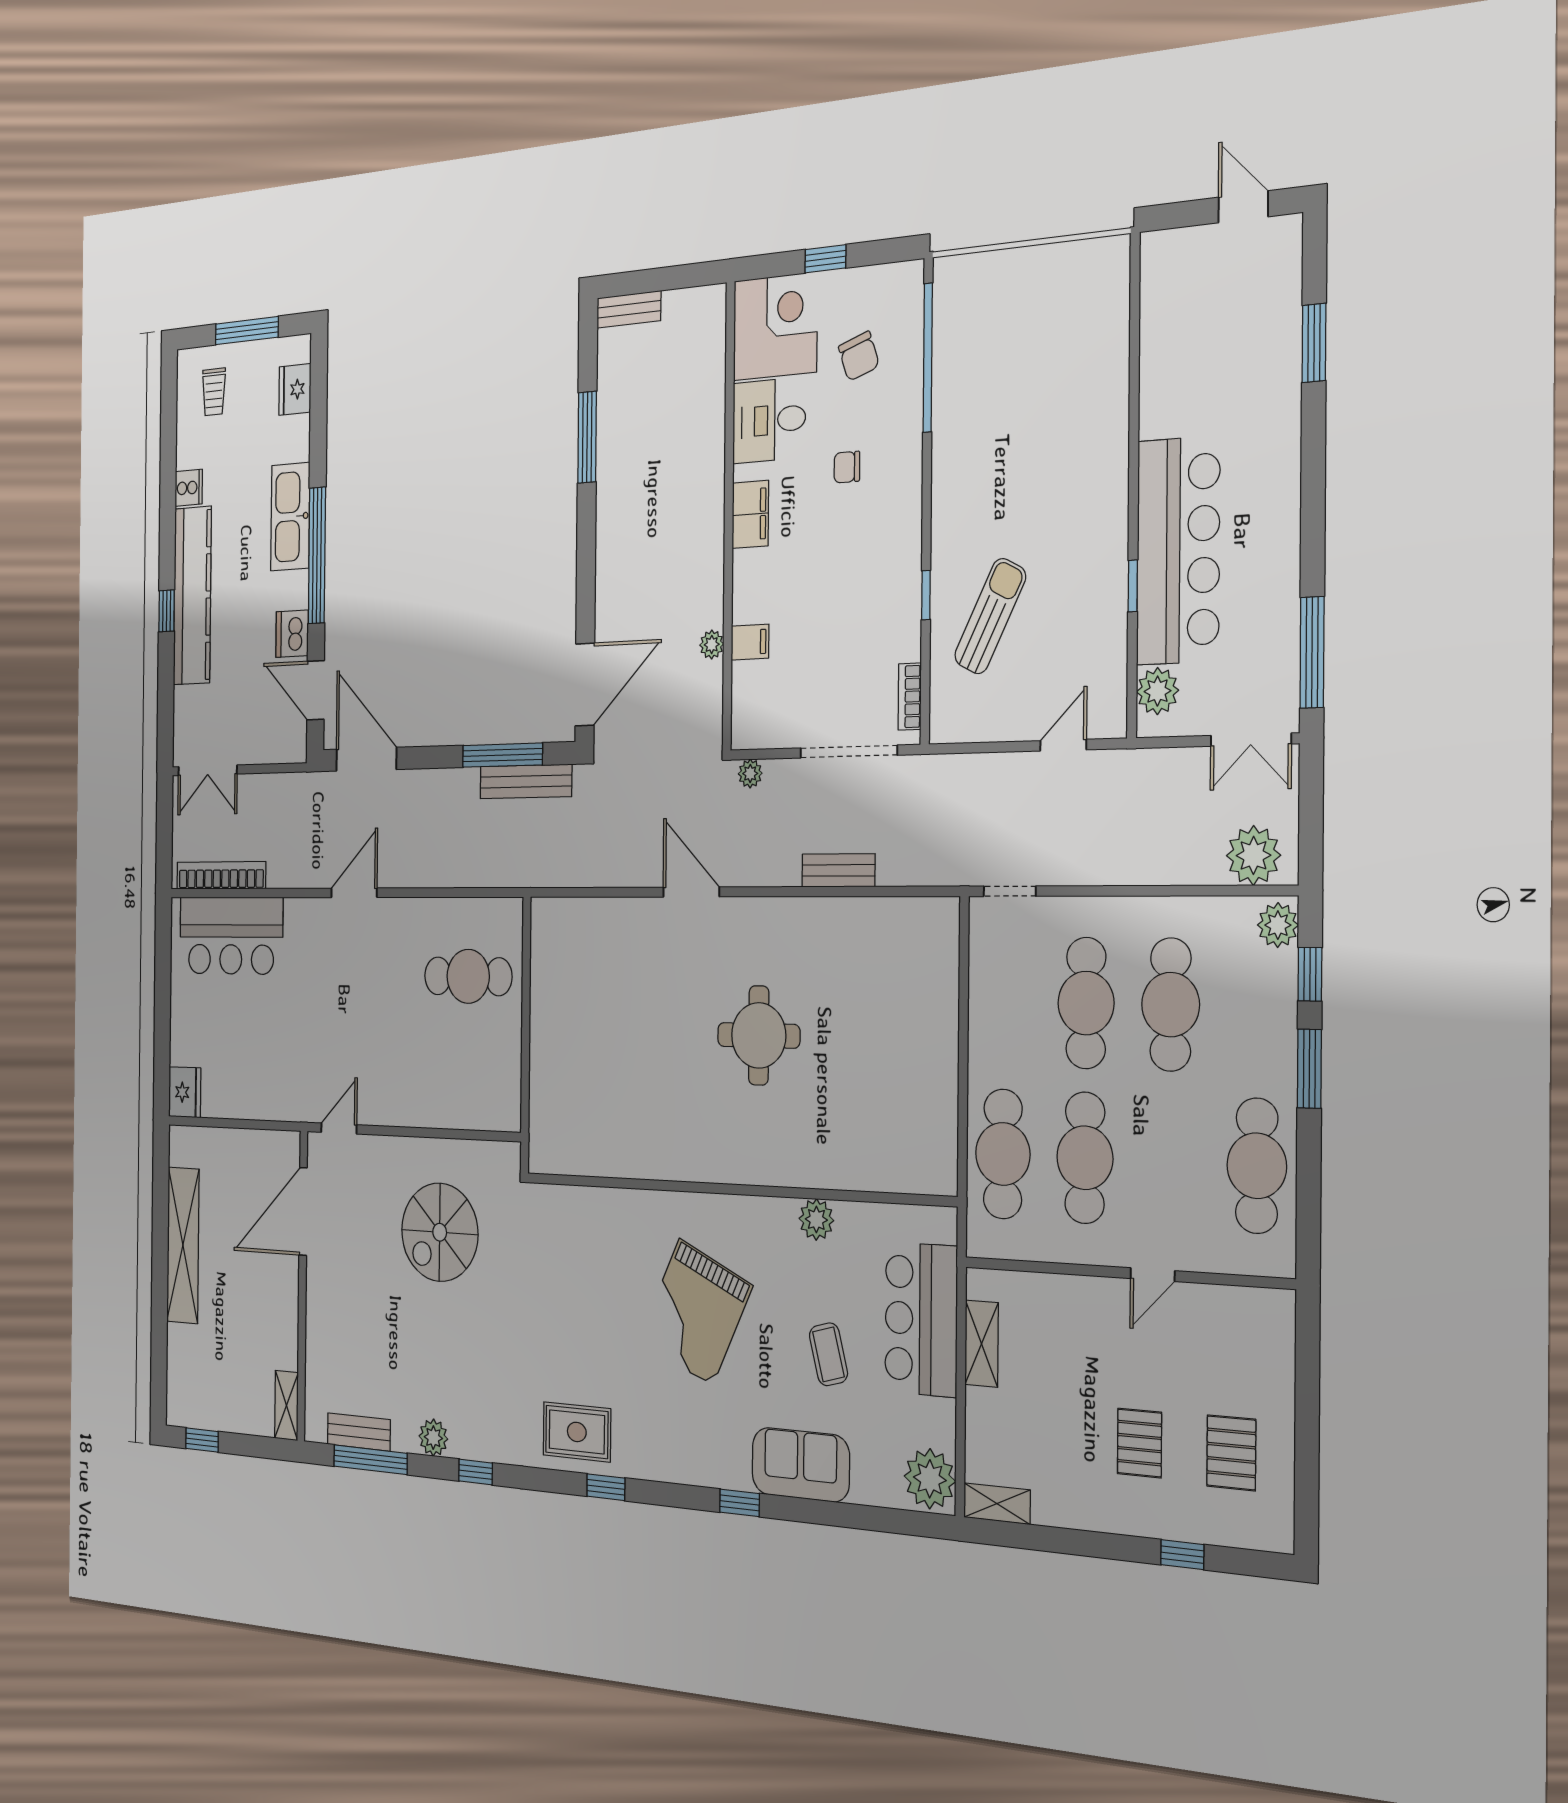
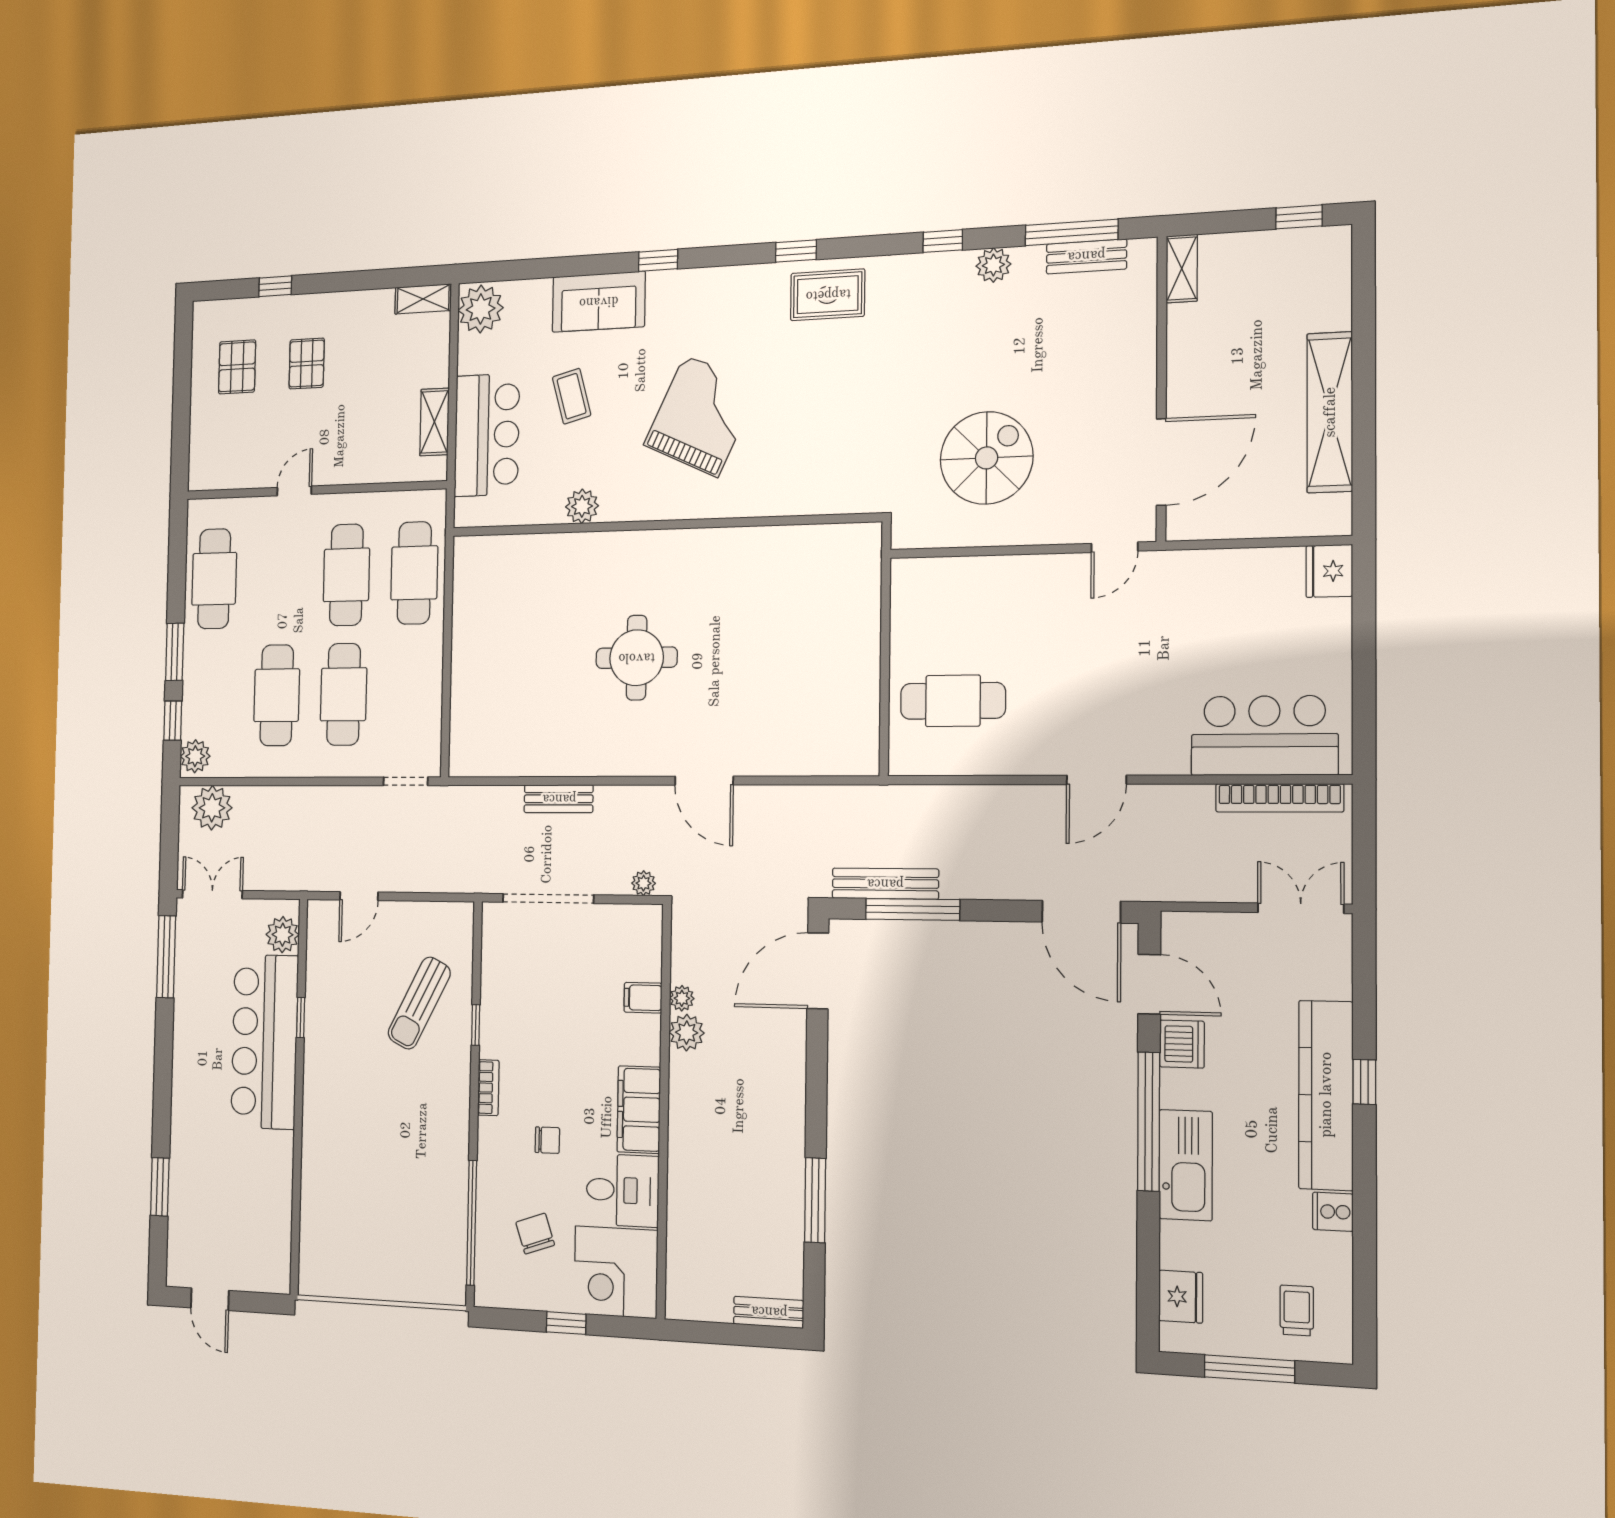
filing cabinet: (750, 514) -> (639, 1110), width x1.50, depth x1.17
plant: (707, 606) -> (687, 1033), added
bookcase: (910, 697) -> (488, 1088), moved

